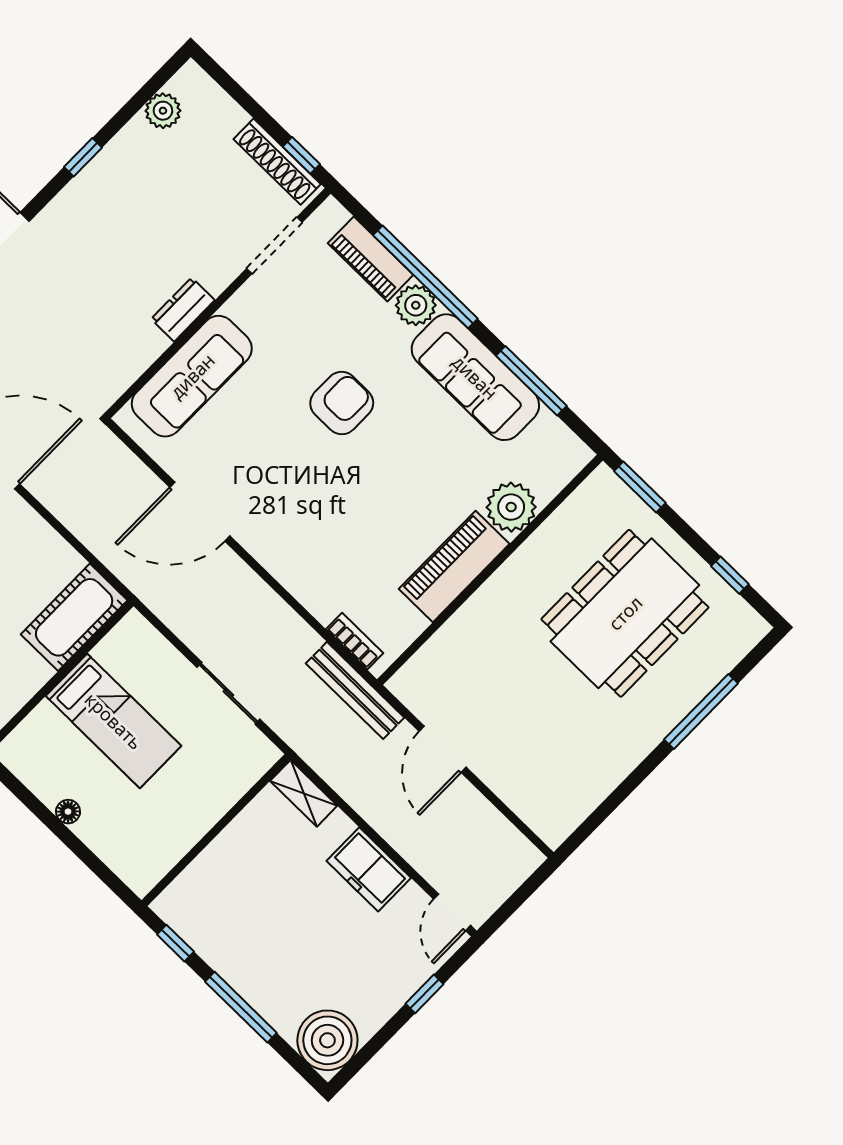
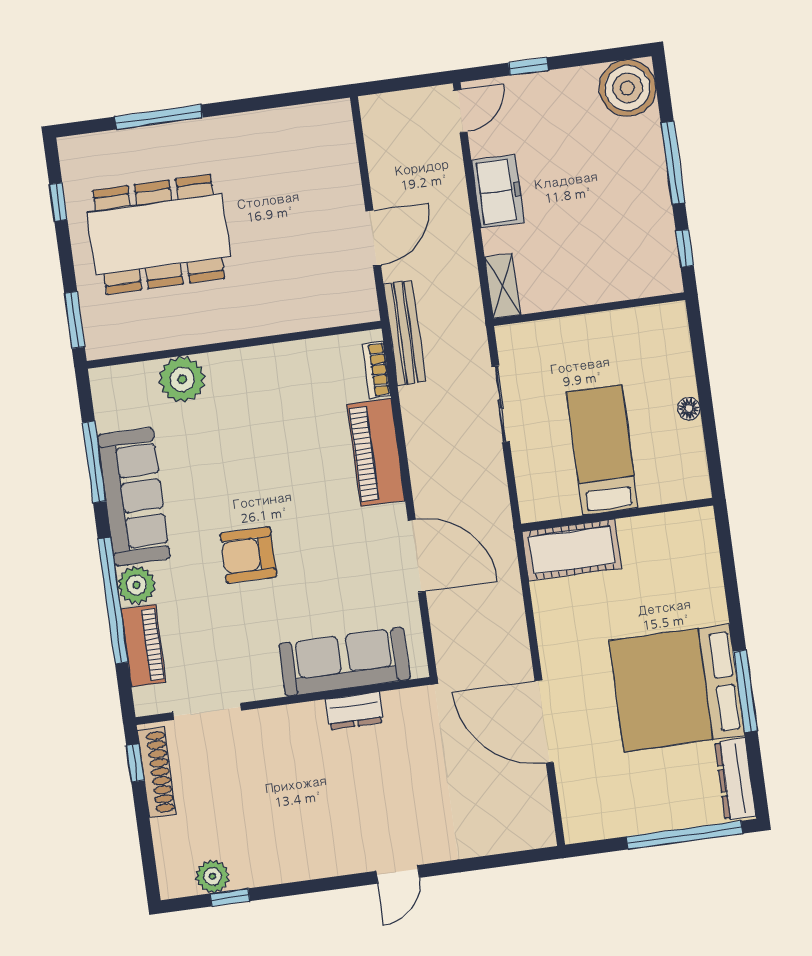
window: (83, 157) -> (230, 897), moved
dresser: (183, 310) -> (354, 711), moved
piano: (454, 566) -> (376, 452), moved, turned 90

